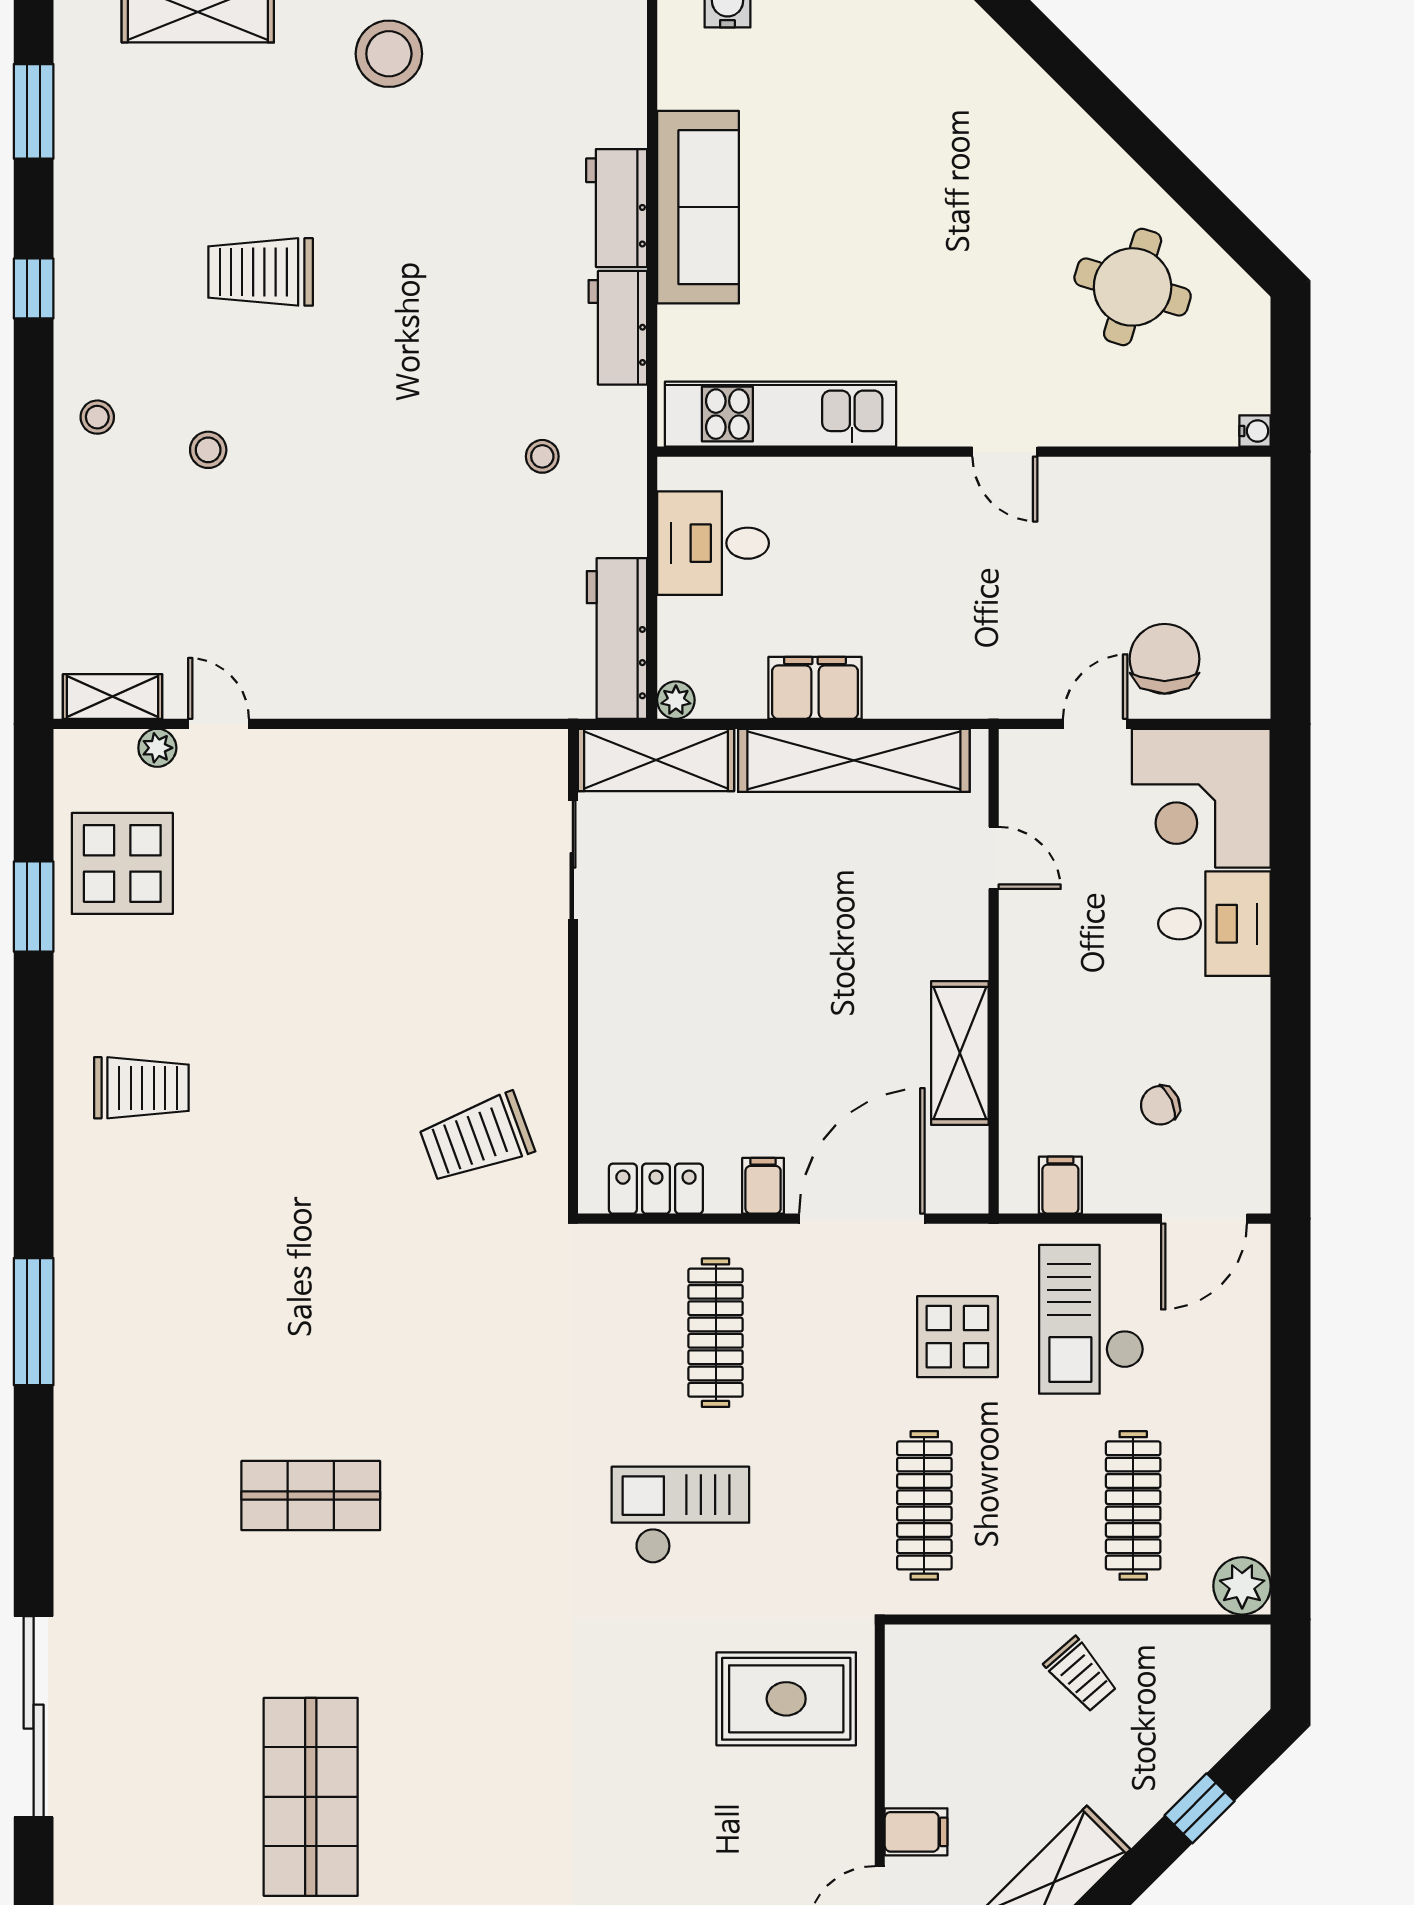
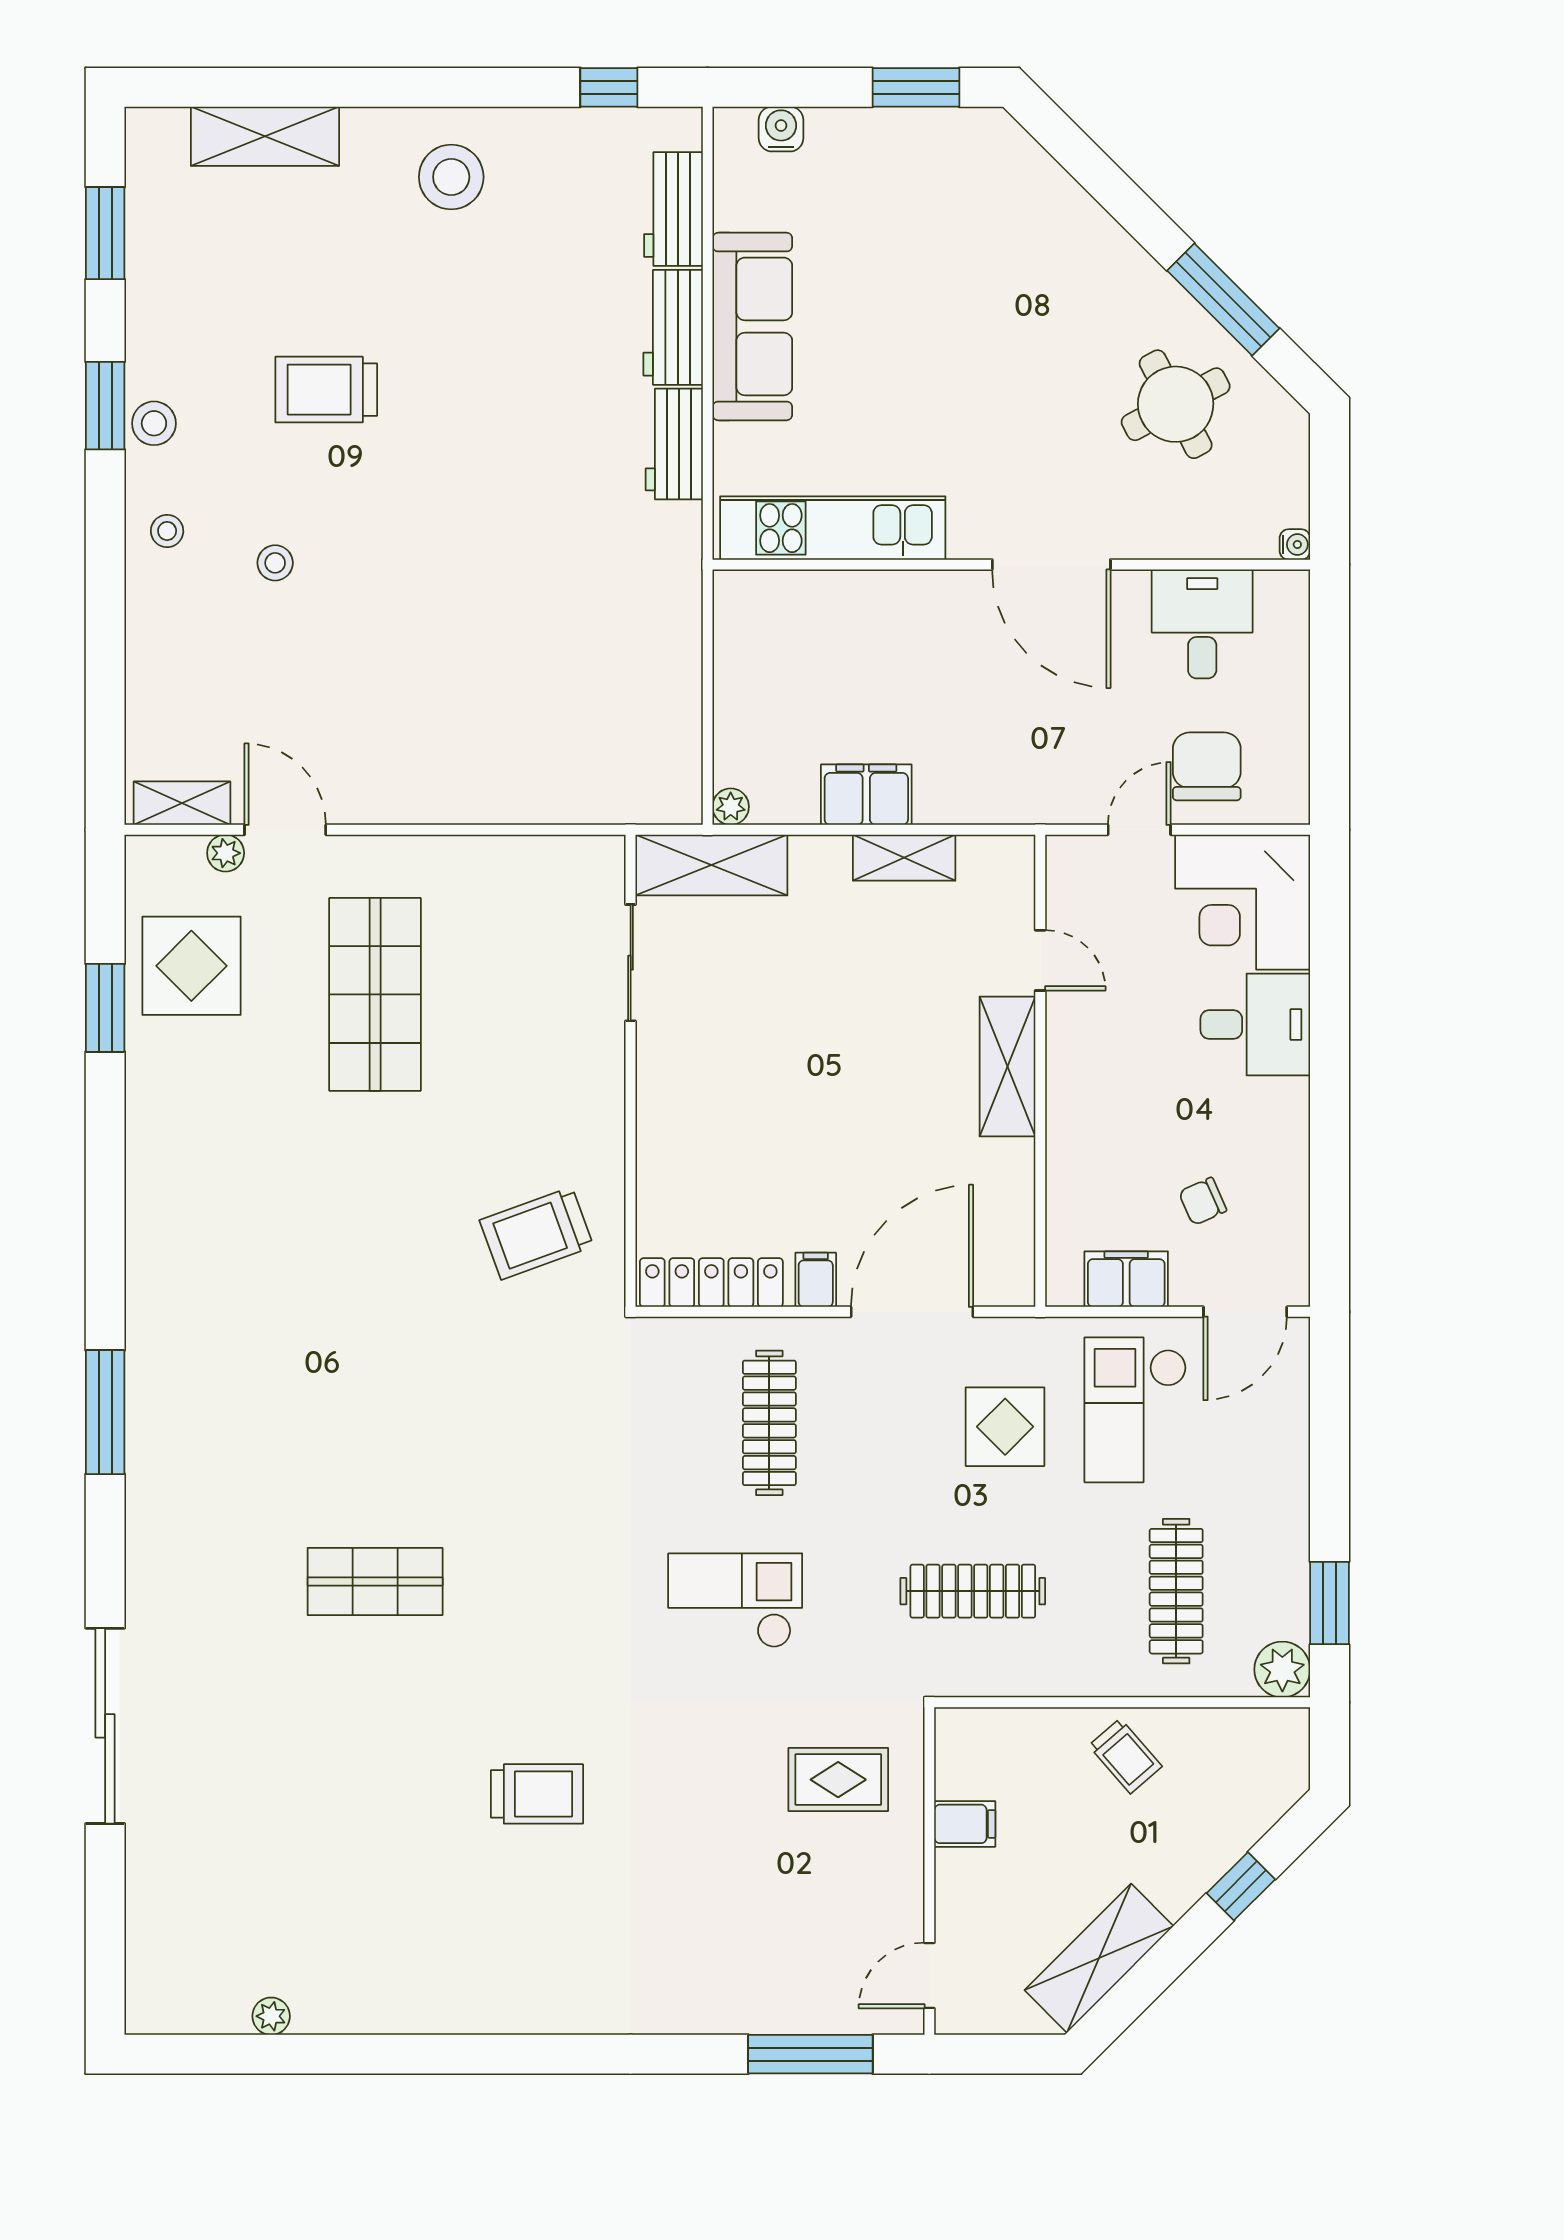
window: (1181, 179) -> (1223, 299), added
round table: (1133, 287) -> (1176, 404), turned 45
window: (34, 288) -> (105, 406), width x1.50
door: (1005, 452) -> (1051, 565), width x1.87
stool: (542, 456) -> (154, 423), moved, width x1.37, depth x1.37
desk: (713, 543) -> (1202, 624), moved, turned 90
workbench: (617, 639) -> (673, 209), moved, width x0.73
door: (218, 724) -> (285, 830), width x1.38
shelving: (854, 760) -> (904, 858), width x0.45, depth x0.75
shelving: (960, 1053) -> (1007, 1067), moved
trolley: (141, 1088) -> (537, 1794), moved
filing cabinet: (1060, 1185) -> (1126, 1279), width x2.00
locker: (656, 1189) -> (711, 1283), width x1.53
clothes rail: (924, 1505) -> (973, 1591), turned 90
window: (1291, 1518) -> (1329, 1603), added
rug: (786, 1699) -> (838, 1780), width x0.73, depth x0.70
sliding door: (34, 1717) -> (105, 1726), moved
shop shelf: (311, 1797) -> (375, 994), moved
filing cabinet: (916, 1832) -> (965, 1824), moved

